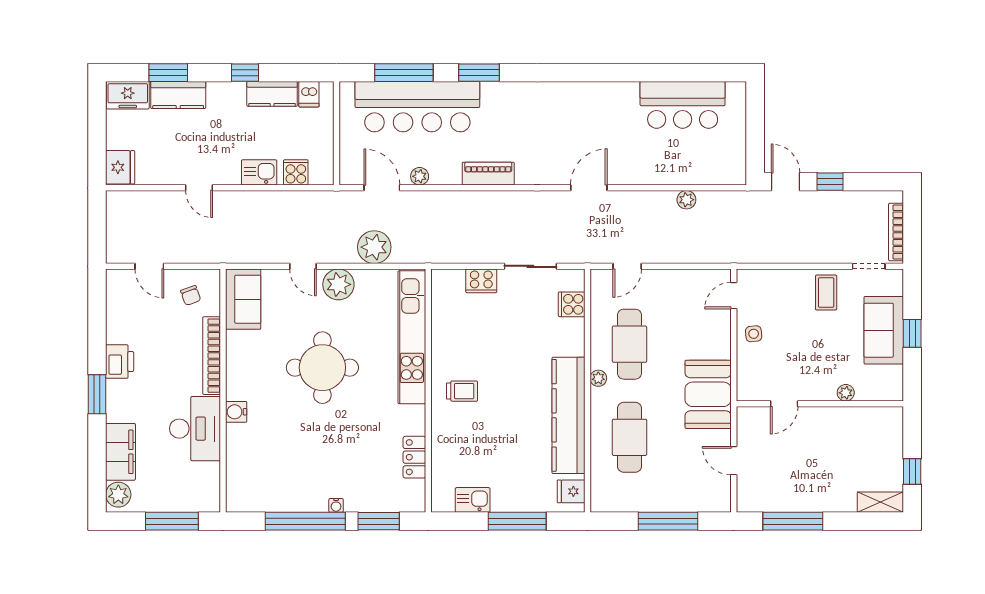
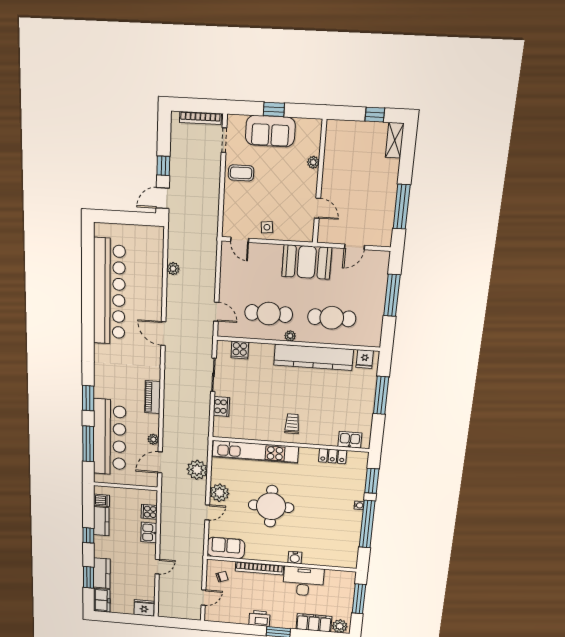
bar counter: (683, 105) -> (109, 292), width x1.86
kitchen sink: (473, 500) -> (350, 440), moved, turned 90

